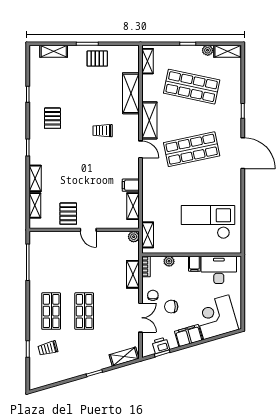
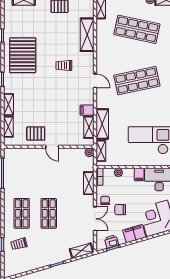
pallet: (52, 118) -> (23, 55), width x2.05, depth x2.00
shelving: (149, 120) -> (102, 124), moved
pallet: (68, 214) -> (36, 133), turned 90

